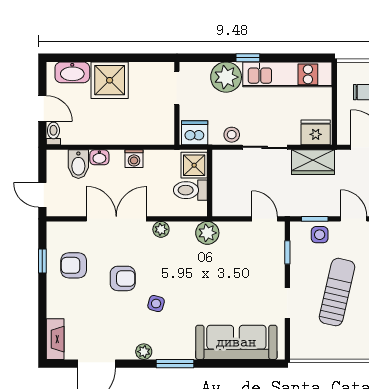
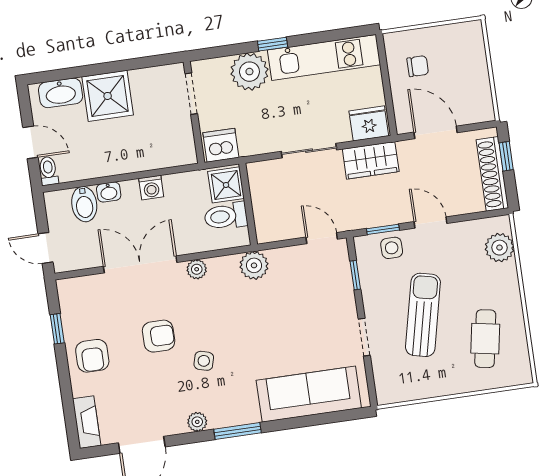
stool: (232, 135) -> (267, 141), removed
armchair: (74, 265) -> (92, 356), moved, turned -90

